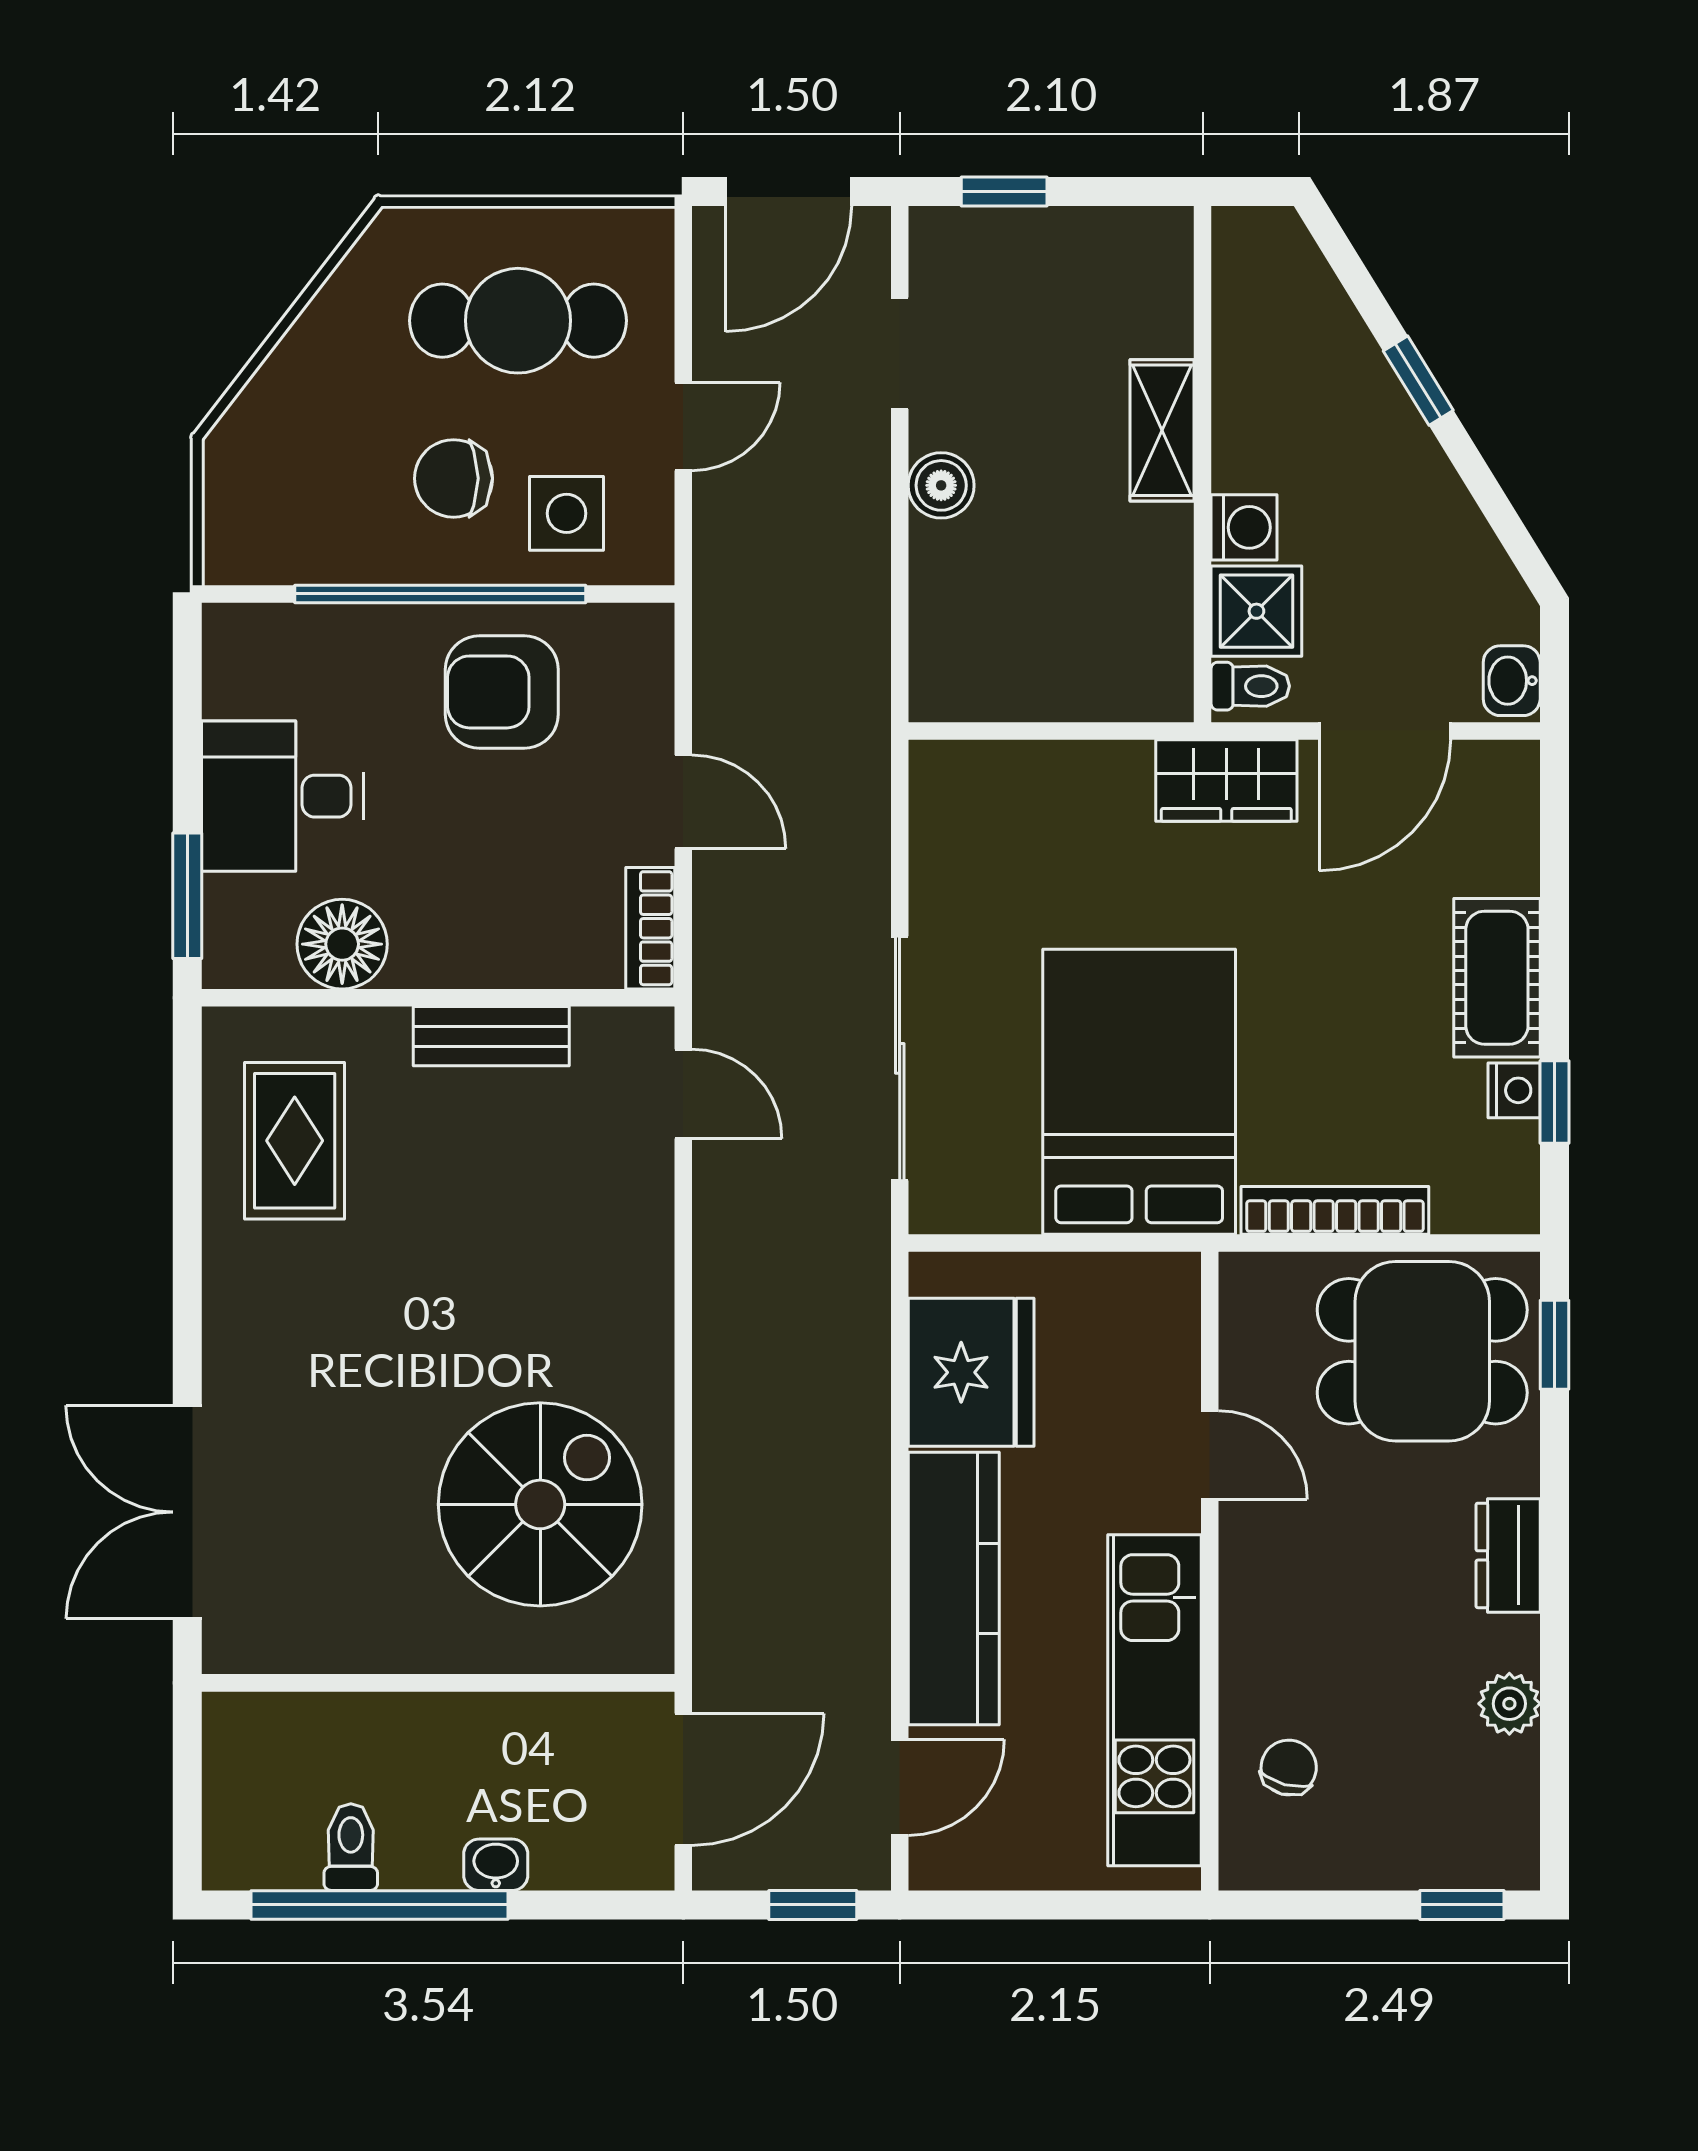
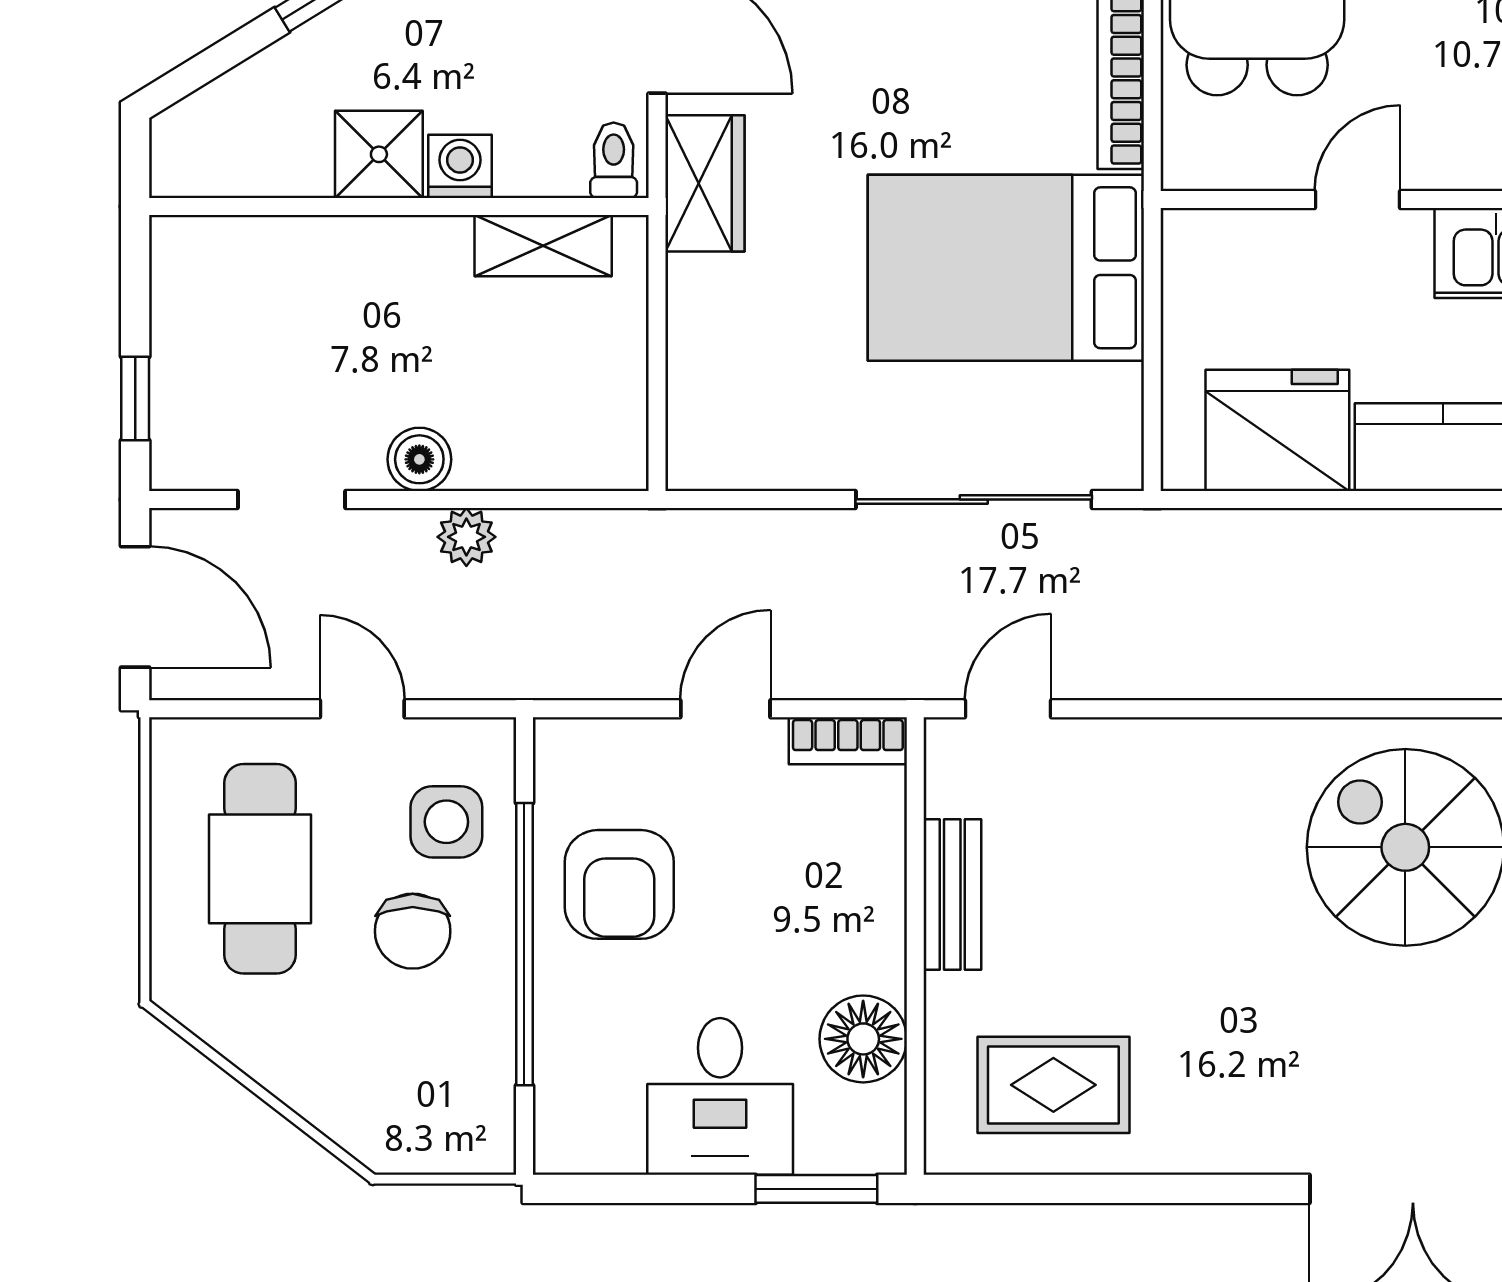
shelving: (1162, 430) -> (543, 246), moved
plant: (861, 534) -> (466, 537), added
shower: (1256, 611) -> (379, 154), moved

